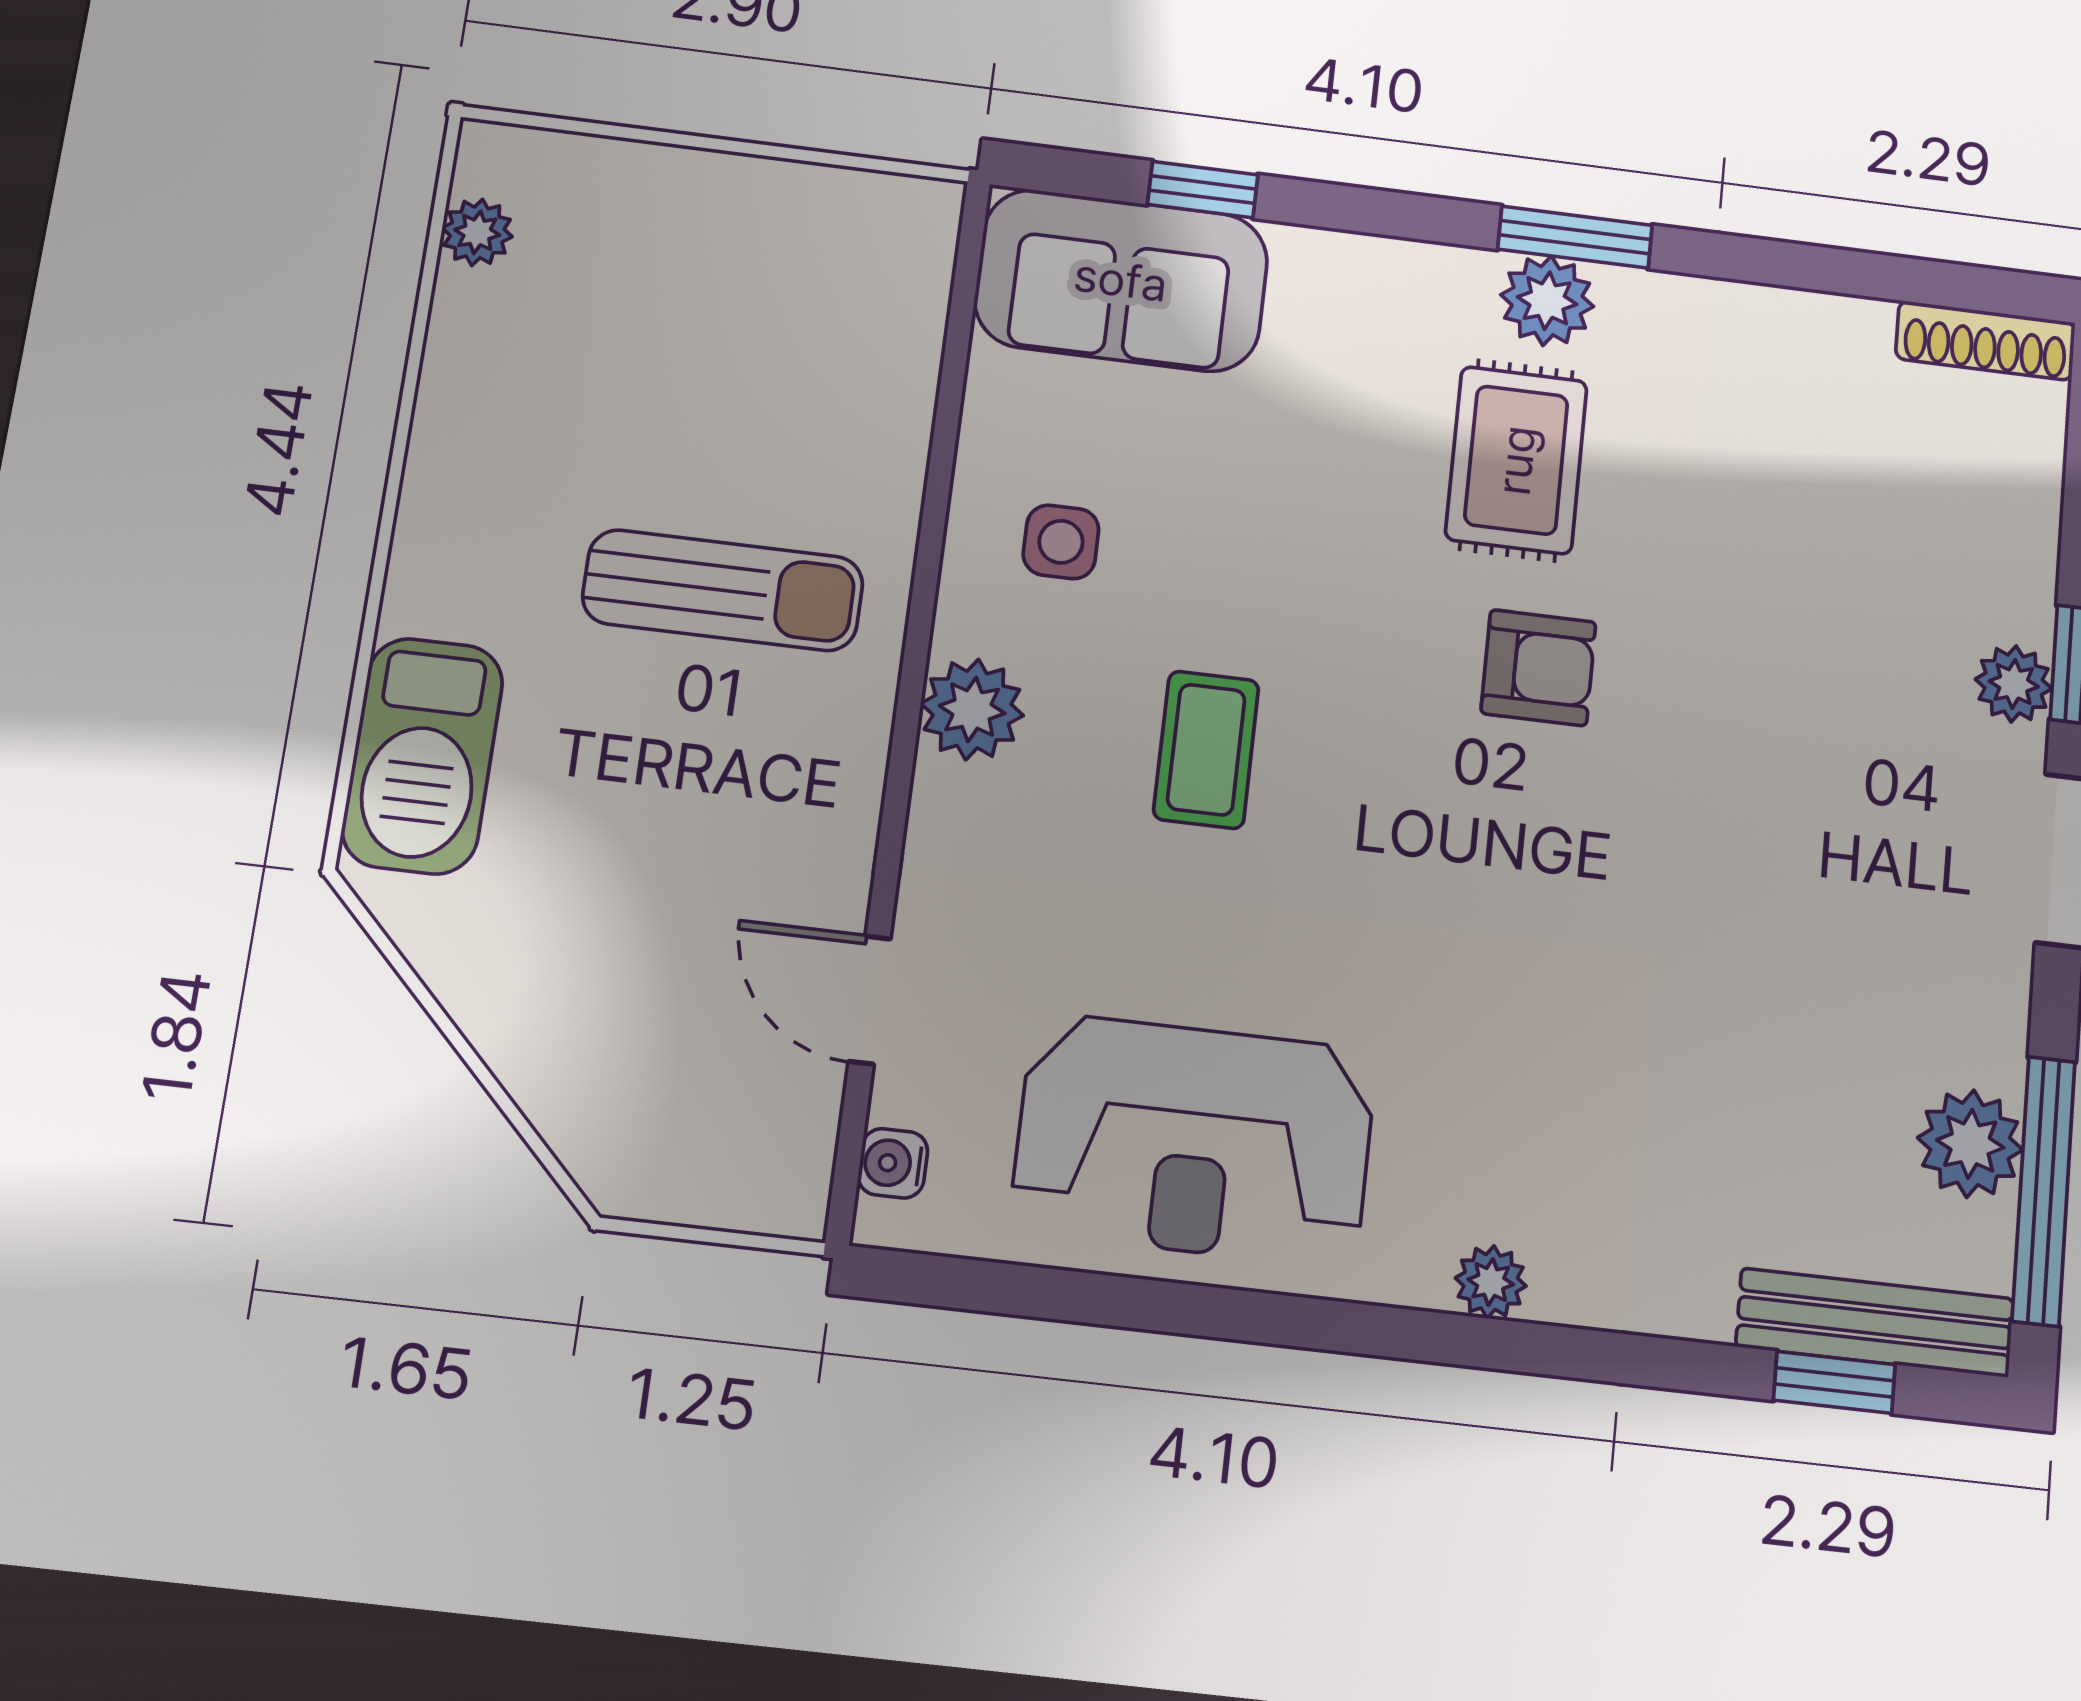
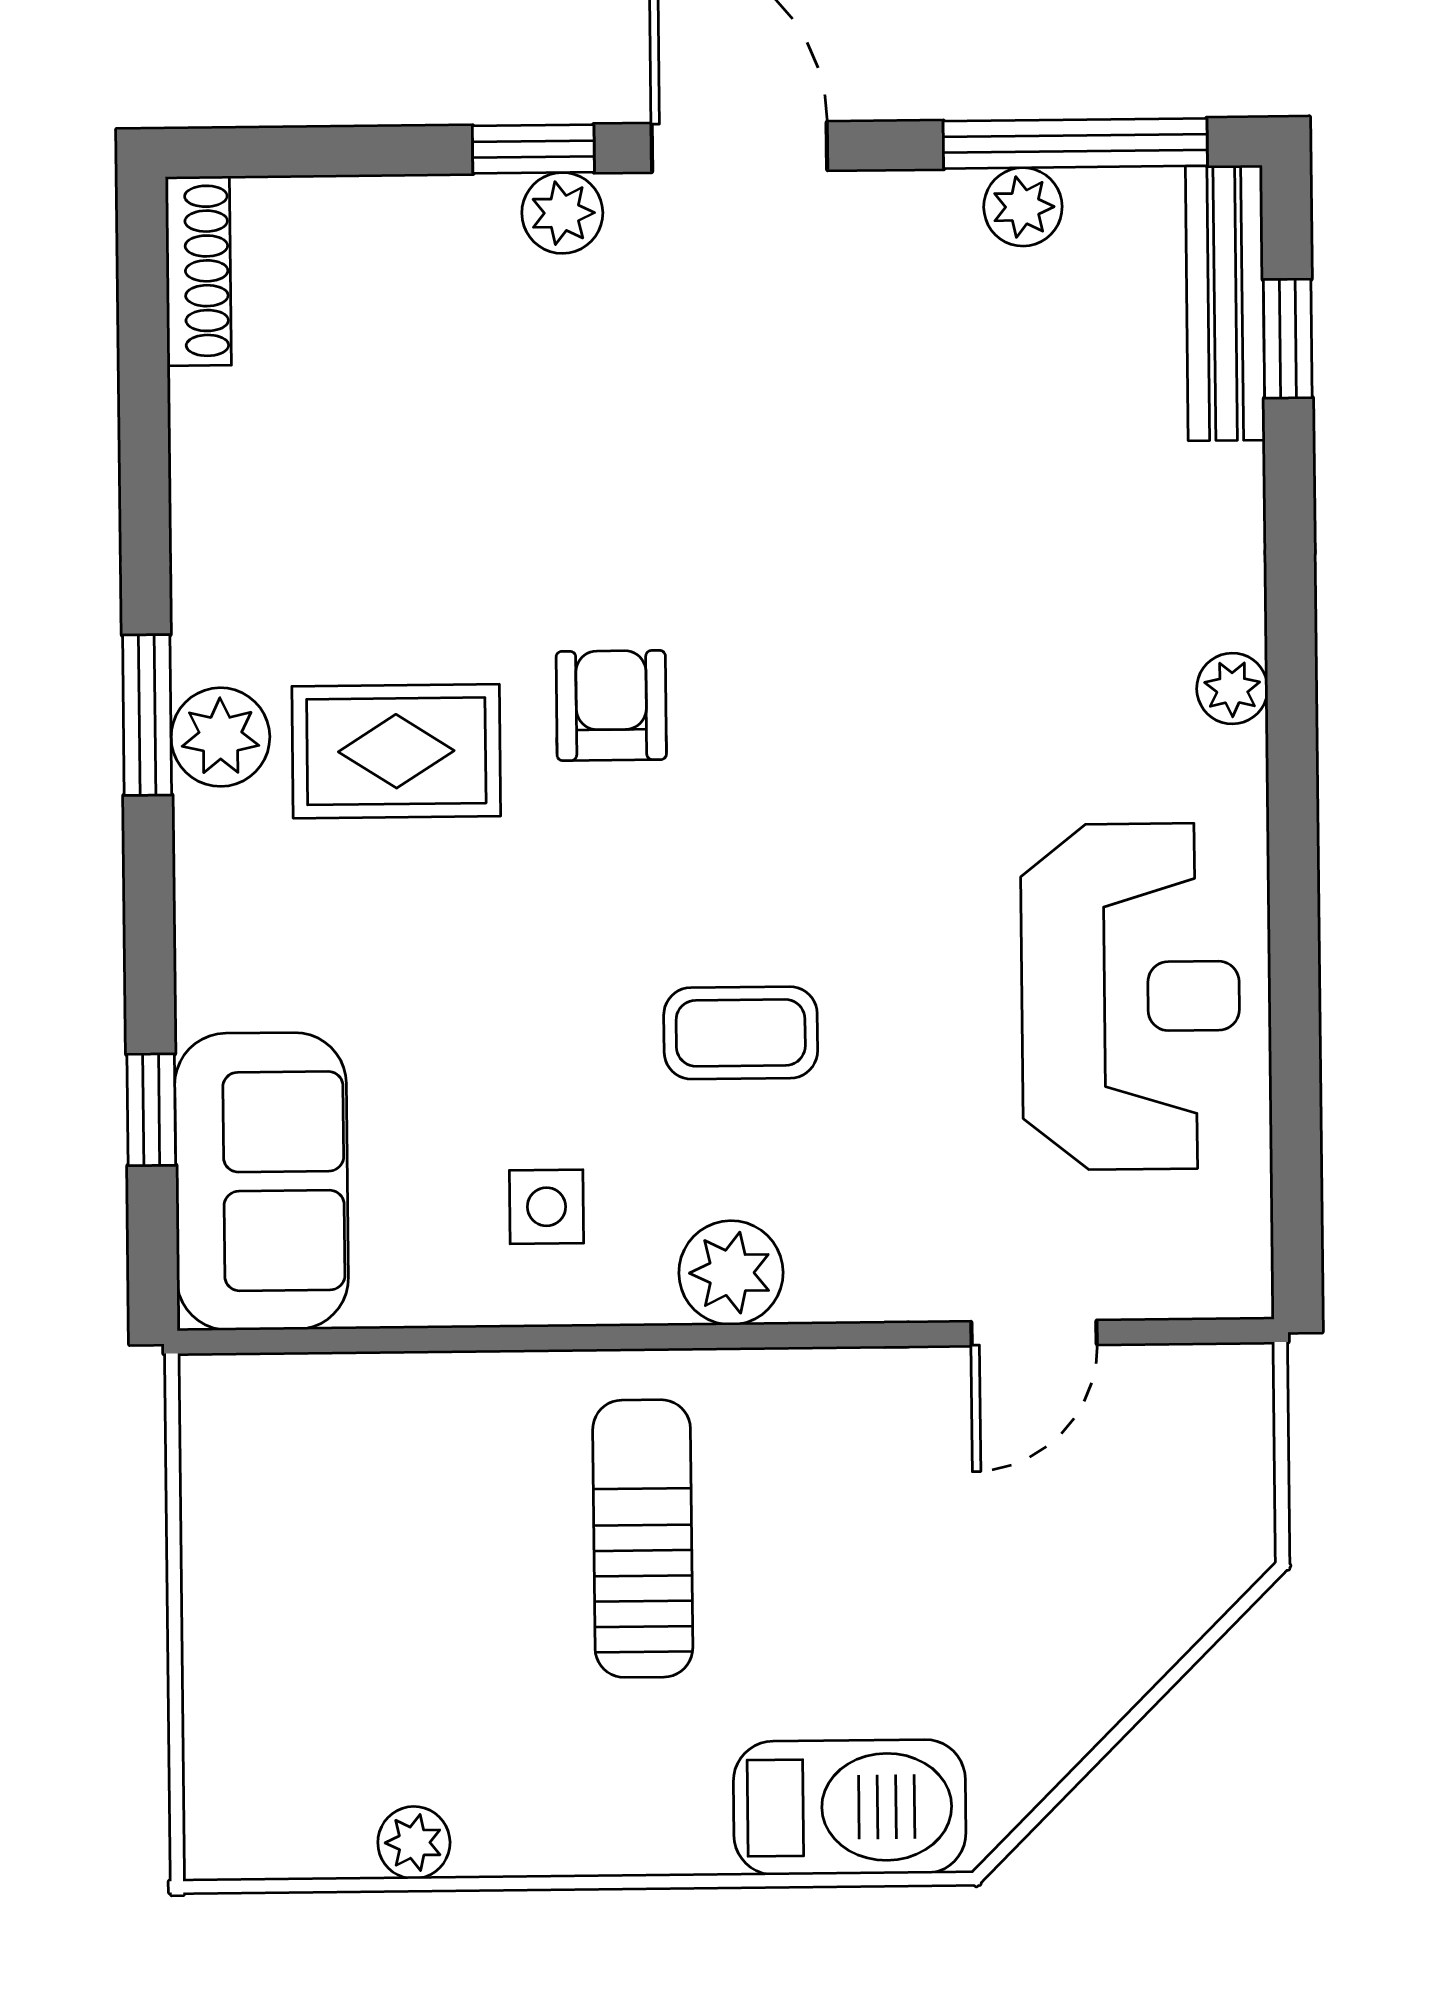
plant: (477, 232) -> (414, 1843), moved
plant: (1970, 1144) -> (1023, 207), width x0.73, depth x0.73
water cooler: (893, 1163) -> (1190, 1288), removed

